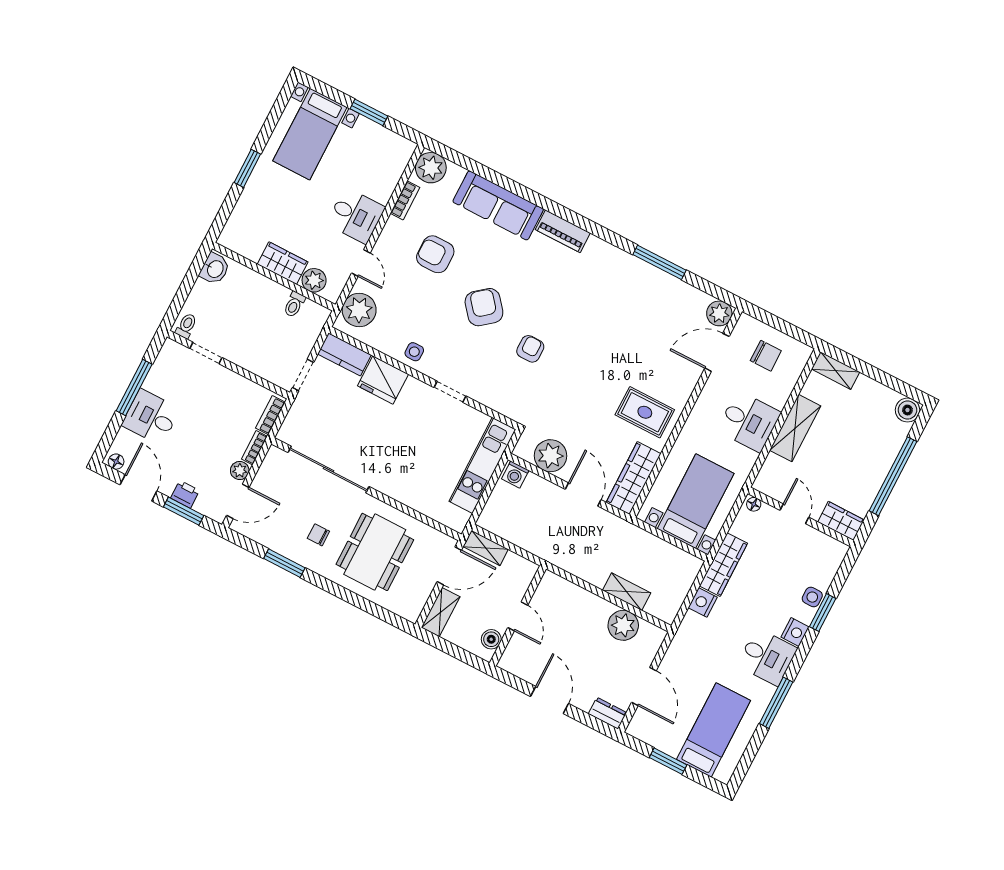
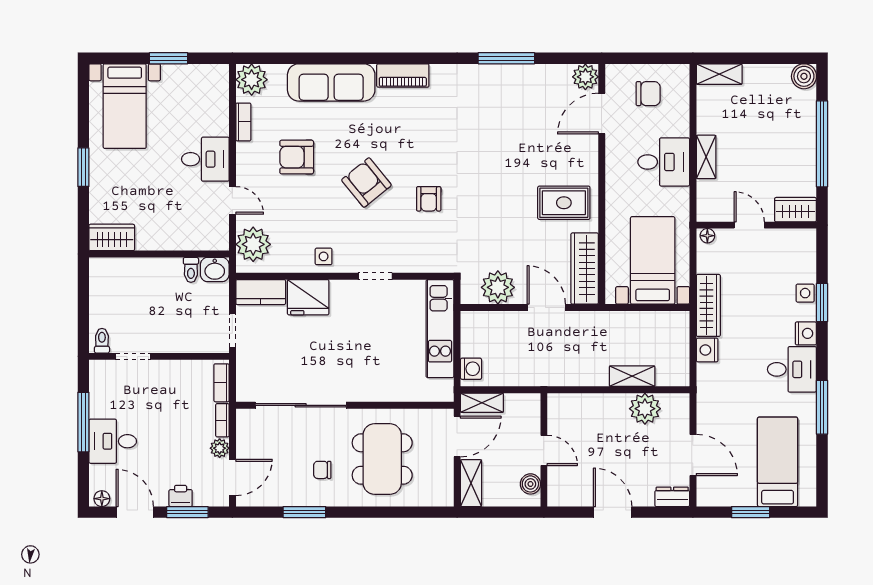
wardrobe: (283, 263) -> (112, 237), moved
washbasin: (215, 269) -> (215, 270), moved, turned 90
plant: (314, 280) -> (198, 238), removed
armchair: (530, 349) -> (429, 199), turned 180
shelving: (795, 428) -> (706, 157), width x0.67, depth x0.75
washing machine: (515, 475) -> (471, 369), moved, turned -90

